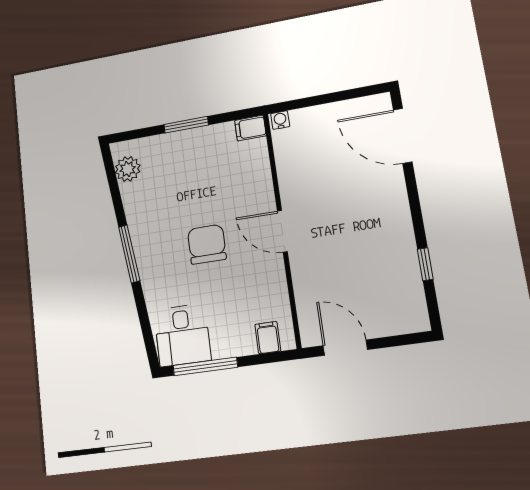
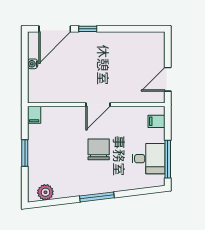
water cooler: (280, 120) -> (33, 64), moved
chair: (207, 244) -> (99, 149), turned 90
window: (425, 264) -> (88, 29), moved
desk: (182, 335) -> (149, 159), moved

